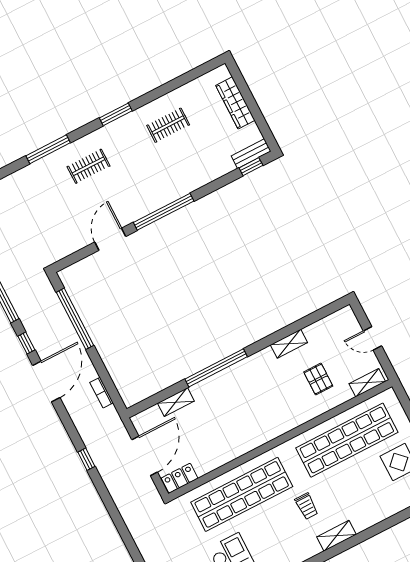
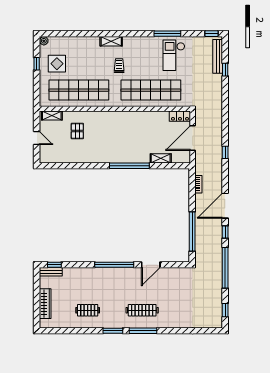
window: (48, 149) -> (143, 331), moved
clothes rail: (88, 166) -> (142, 310), width x1.36
shelving: (289, 344) -> (83, 158), removed

